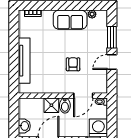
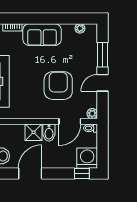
sofa: (70, 20) -> (42, 35), moved
armchair: (73, 64) -> (58, 86), width x1.88, depth x1.88
plant: (103, 89) -> (92, 114), added

